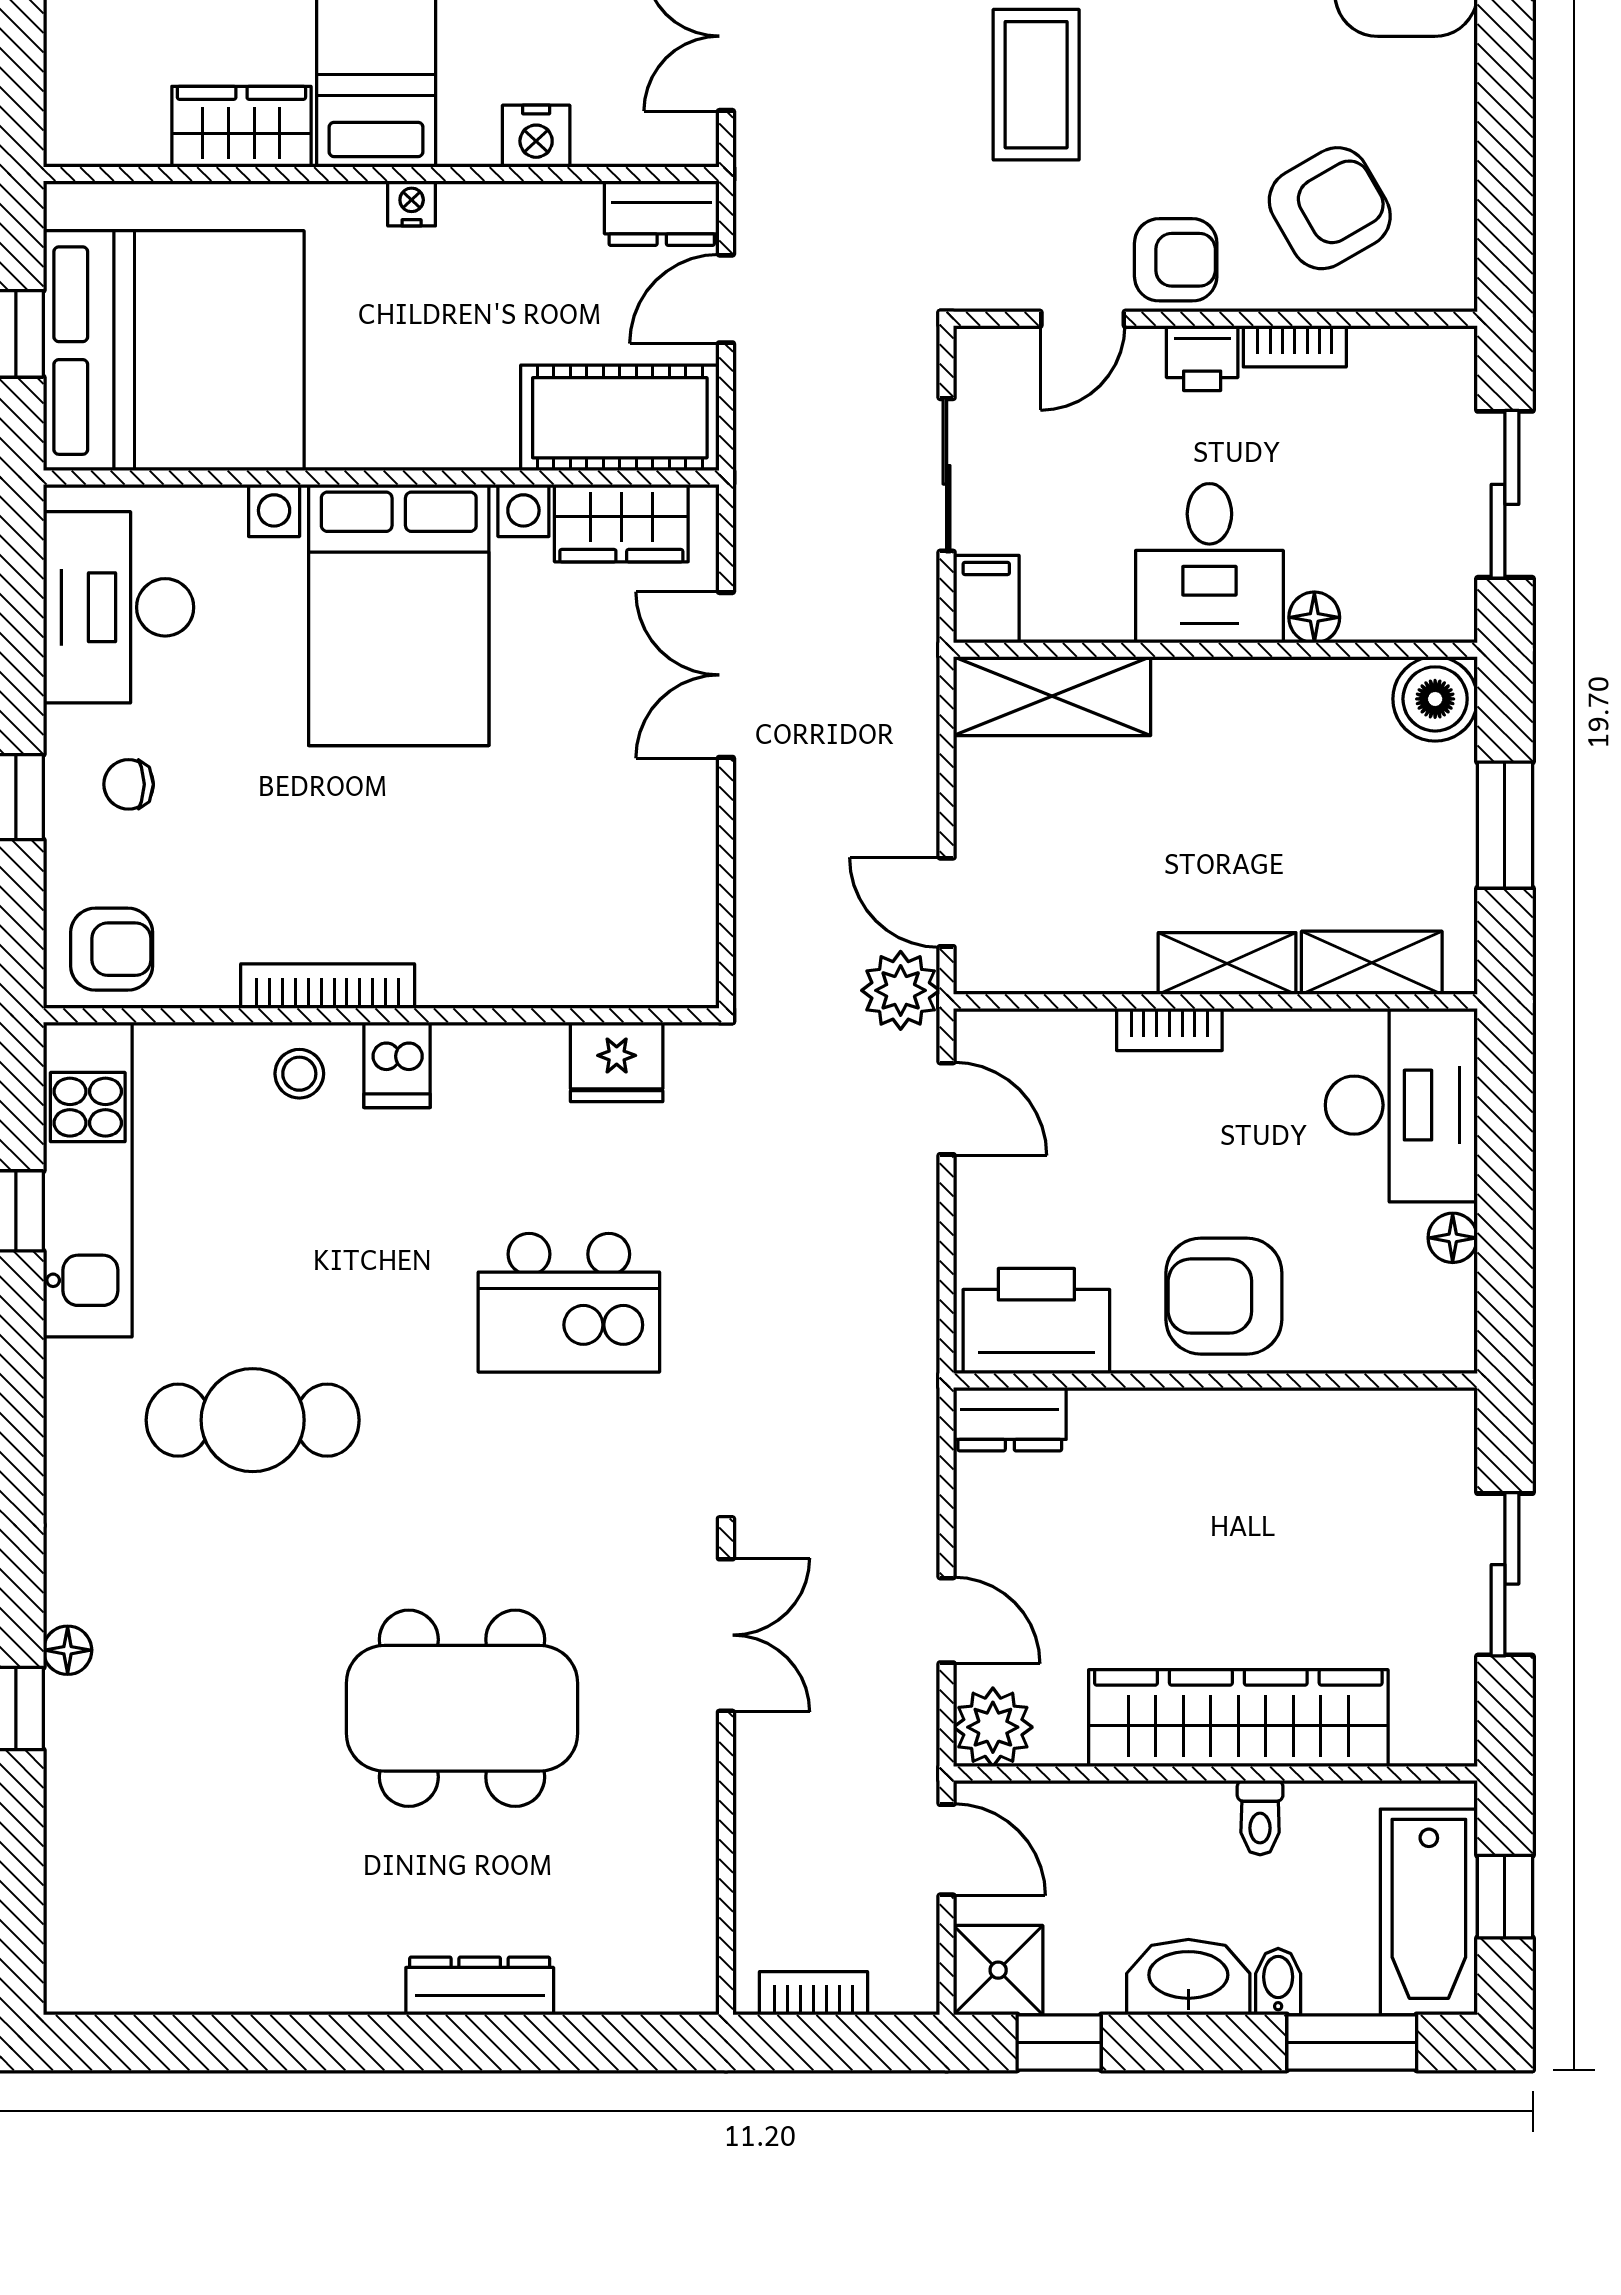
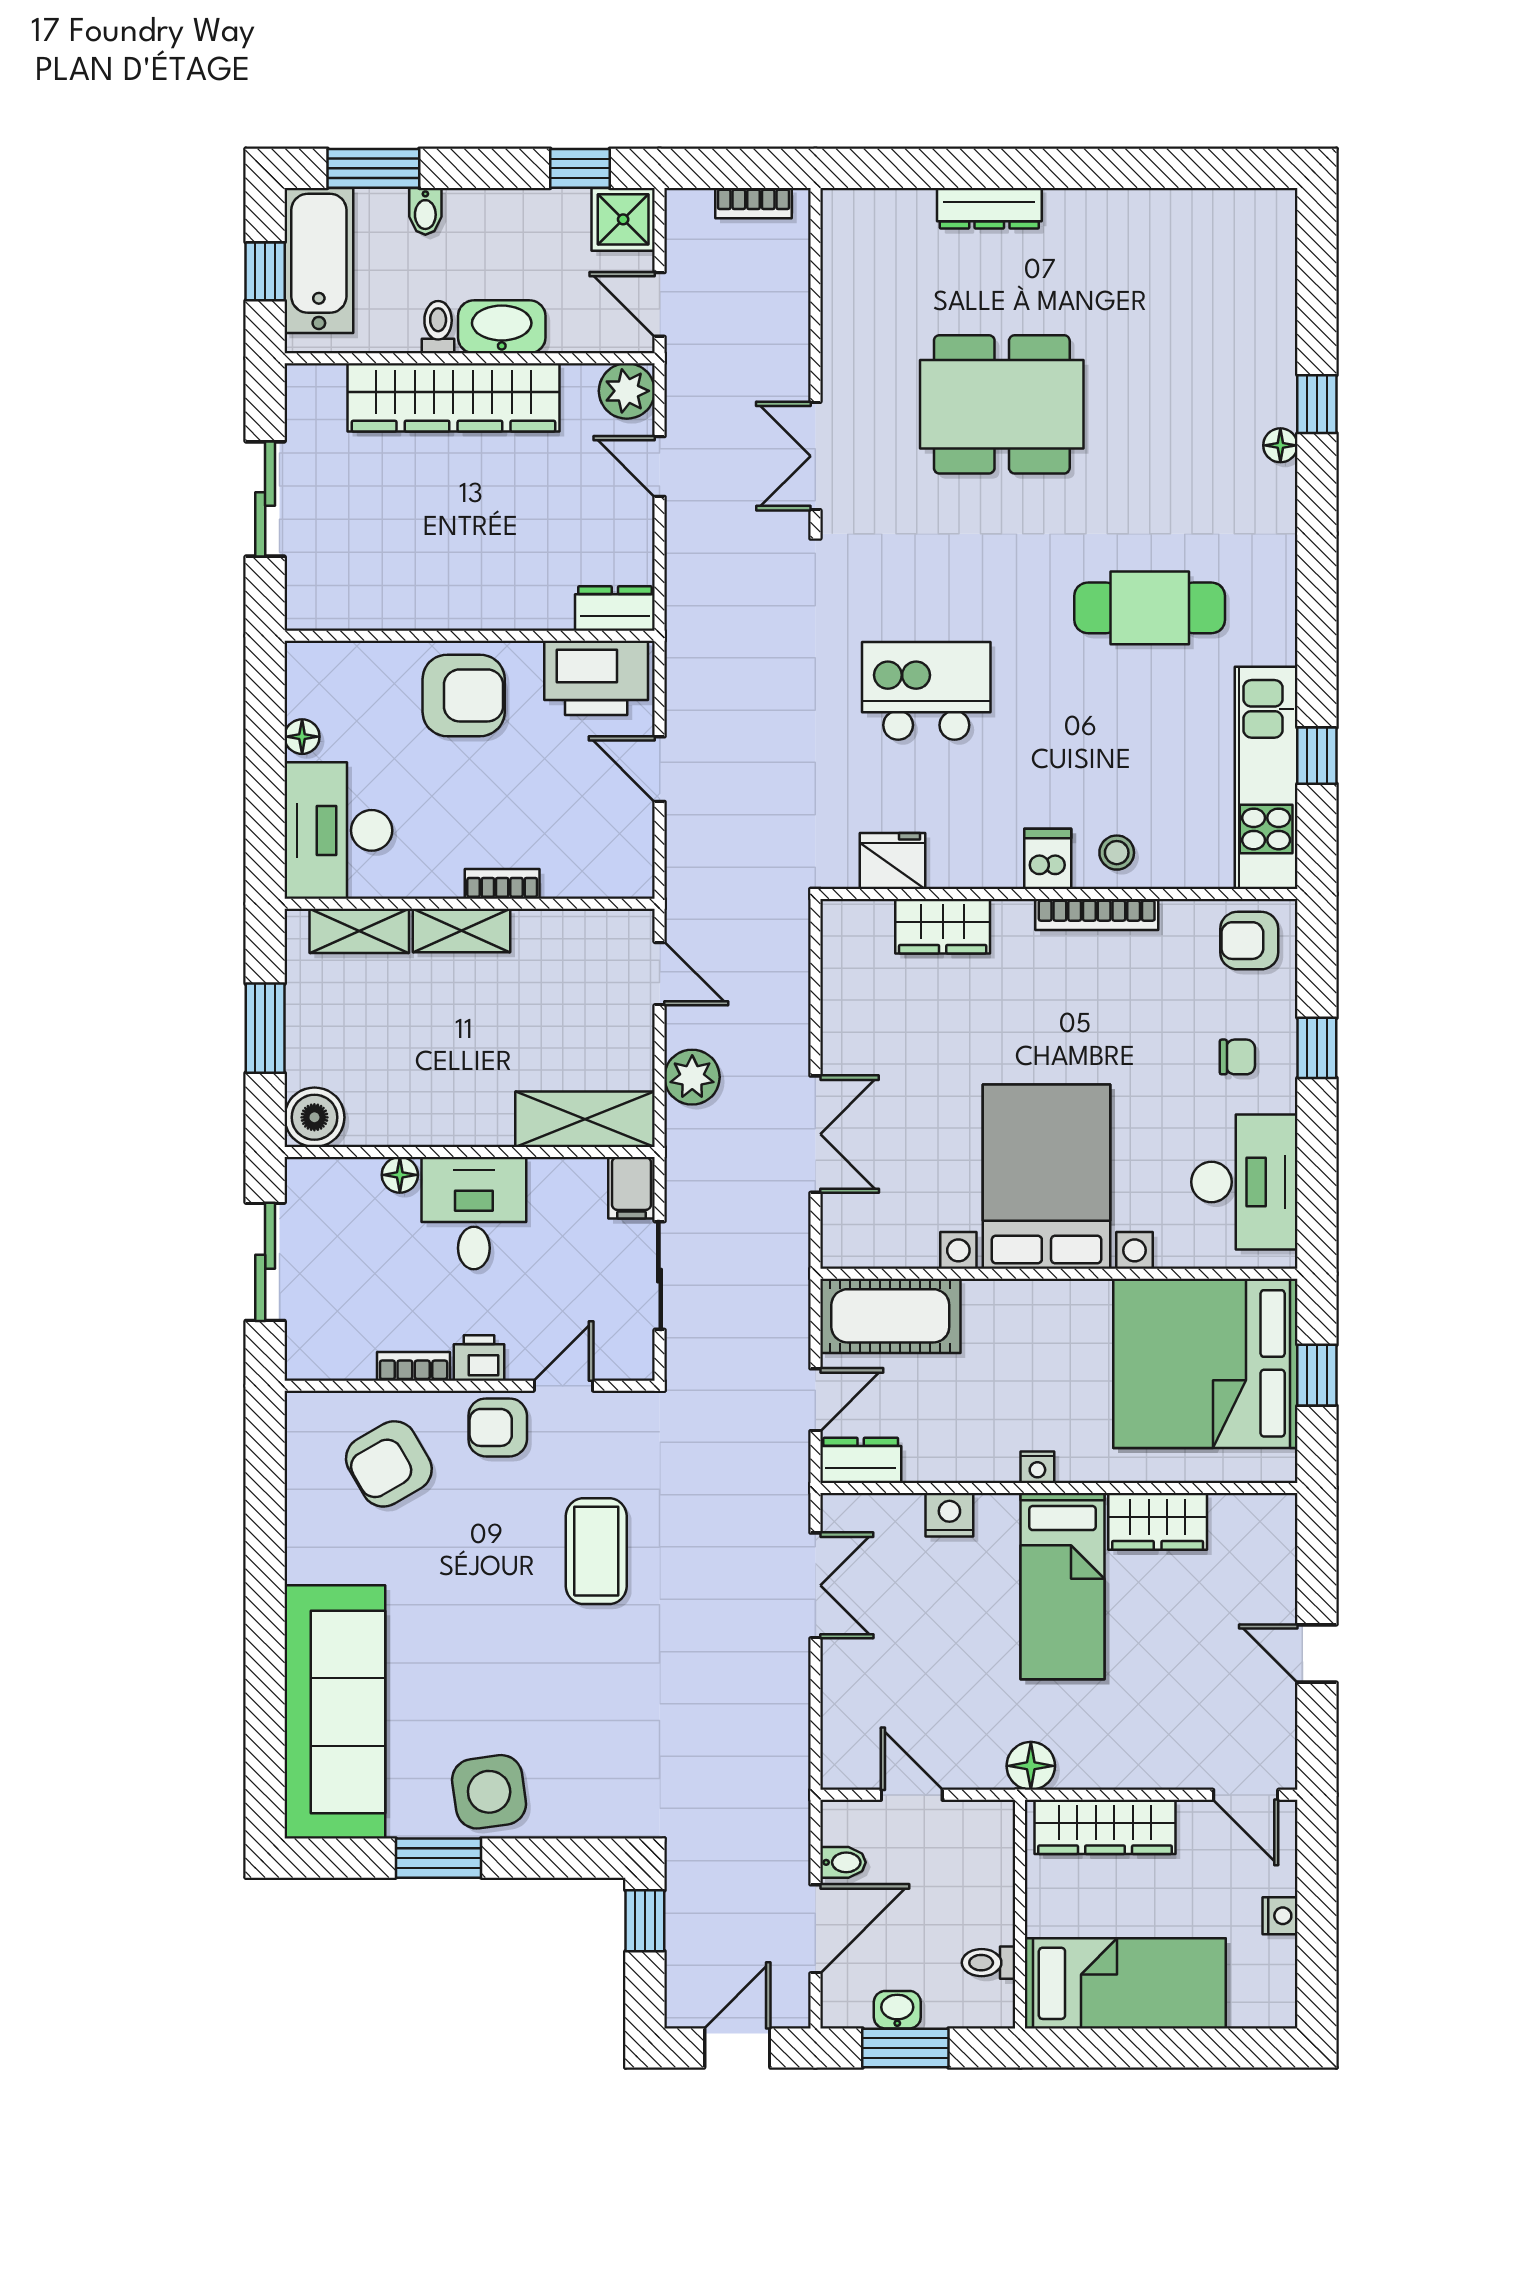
wardrobe: (621, 523) -> (943, 926), moved, turned 180
plant: (901, 990) -> (692, 1077), moved
door: (947, 1109) -> (660, 769), moved
washbasin: (1188, 1977) -> (502, 327), moved, turned 180

